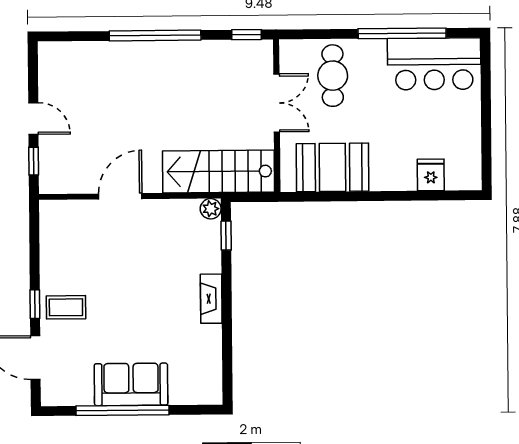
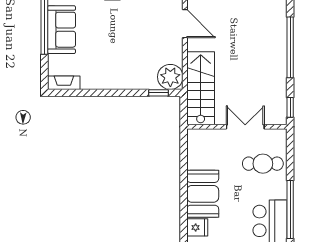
double door: (277, 103) -> (245, 127), swing flipped
booth: (332, 167) -> (203, 194), moved
plant: (211, 209) -> (170, 77), width x1.88, depth x1.88
fireplace: (211, 299) -> (64, 83), moved

